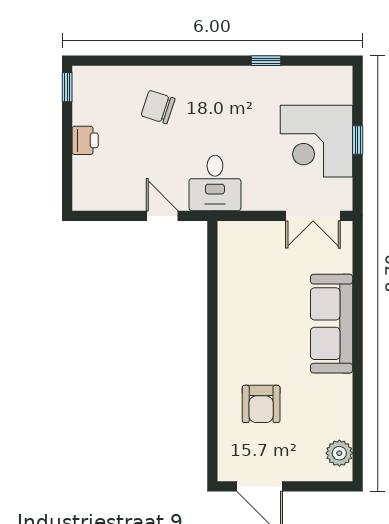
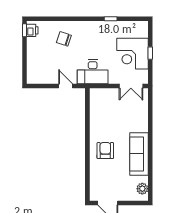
printer: (85, 140) -> (32, 30), moved
desk: (215, 183) -> (93, 72), width x1.37
sofa: (332, 324) -> (139, 154), moved
armchair: (261, 404) -> (105, 151), moved, turned 180

